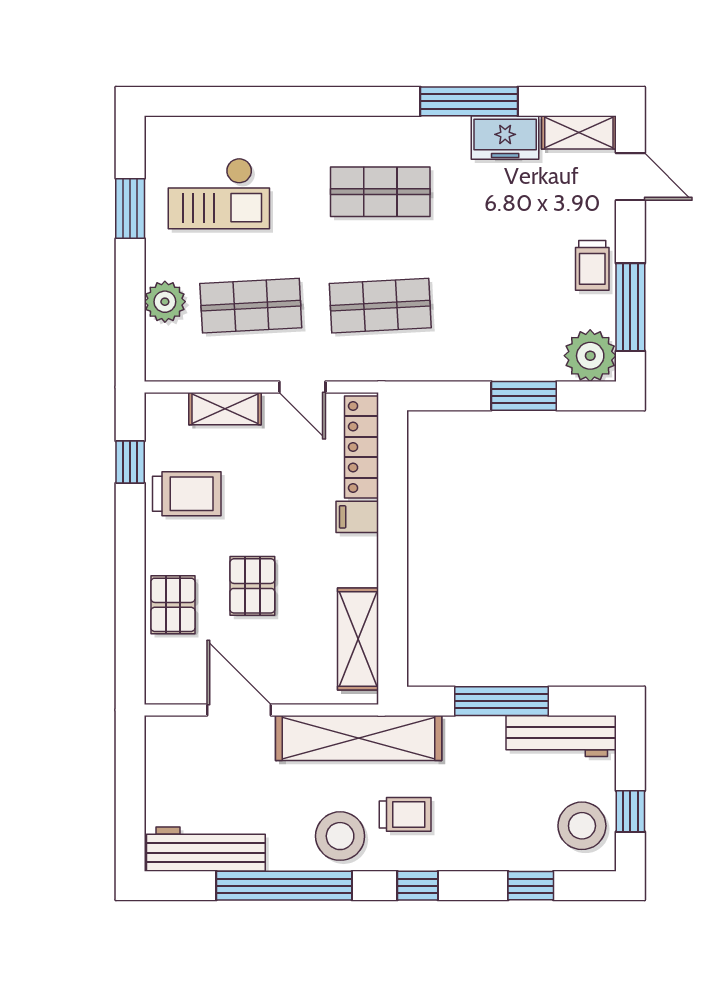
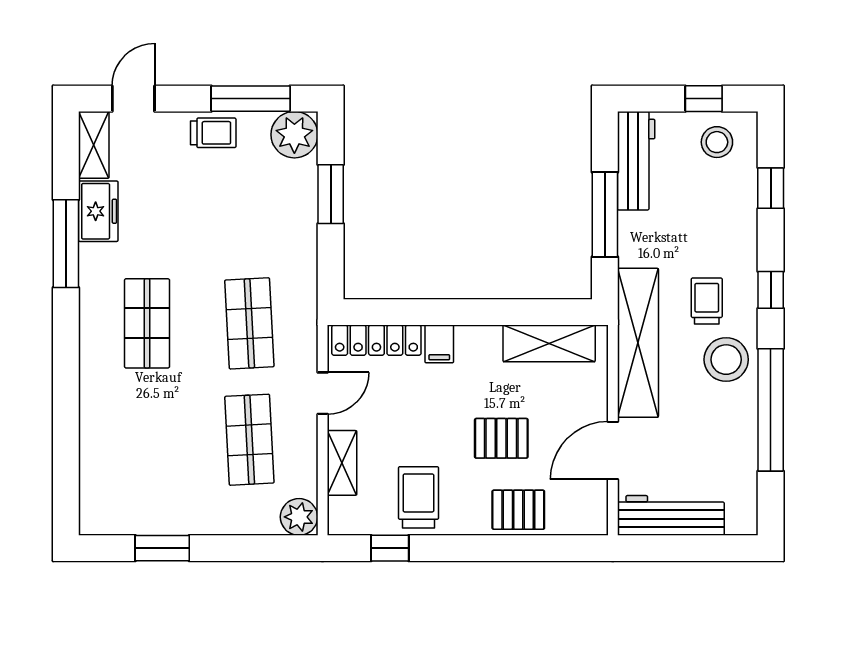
checkout: (219, 193) -> (149, 468), removed
plant: (165, 302) -> (299, 517), moved
stool: (582, 826) -> (717, 142), width x0.73, depth x0.73
workbench: (206, 849) -> (671, 515), moved, turned 90

